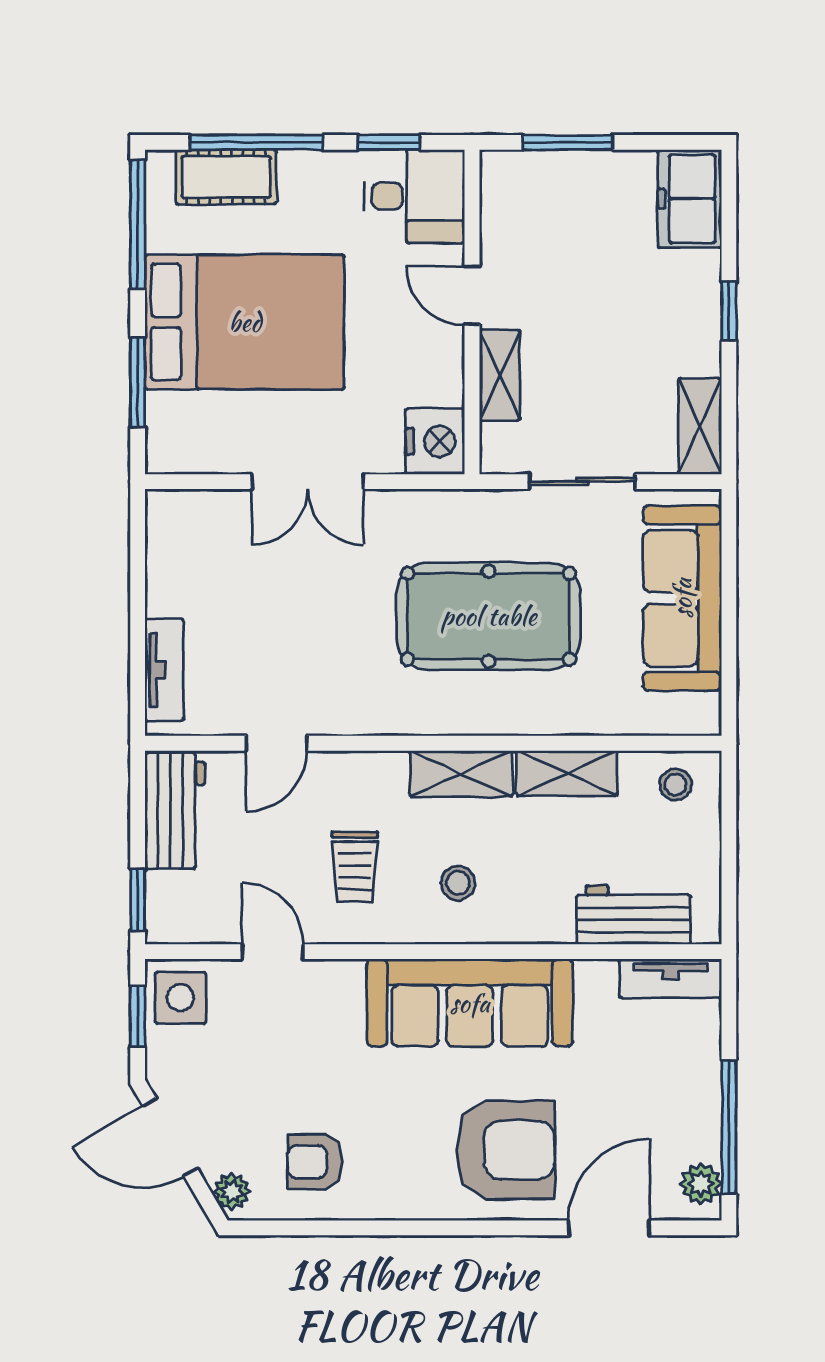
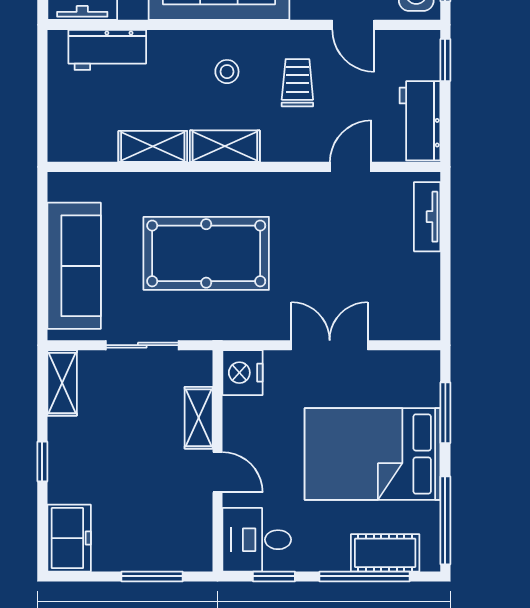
stool: (676, 785) -> (79, 139), removed

